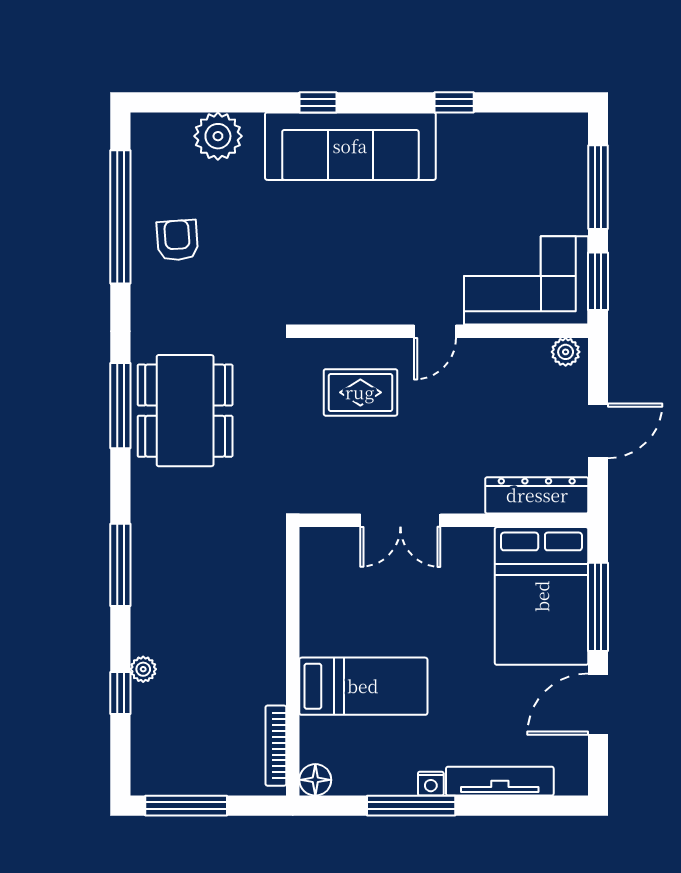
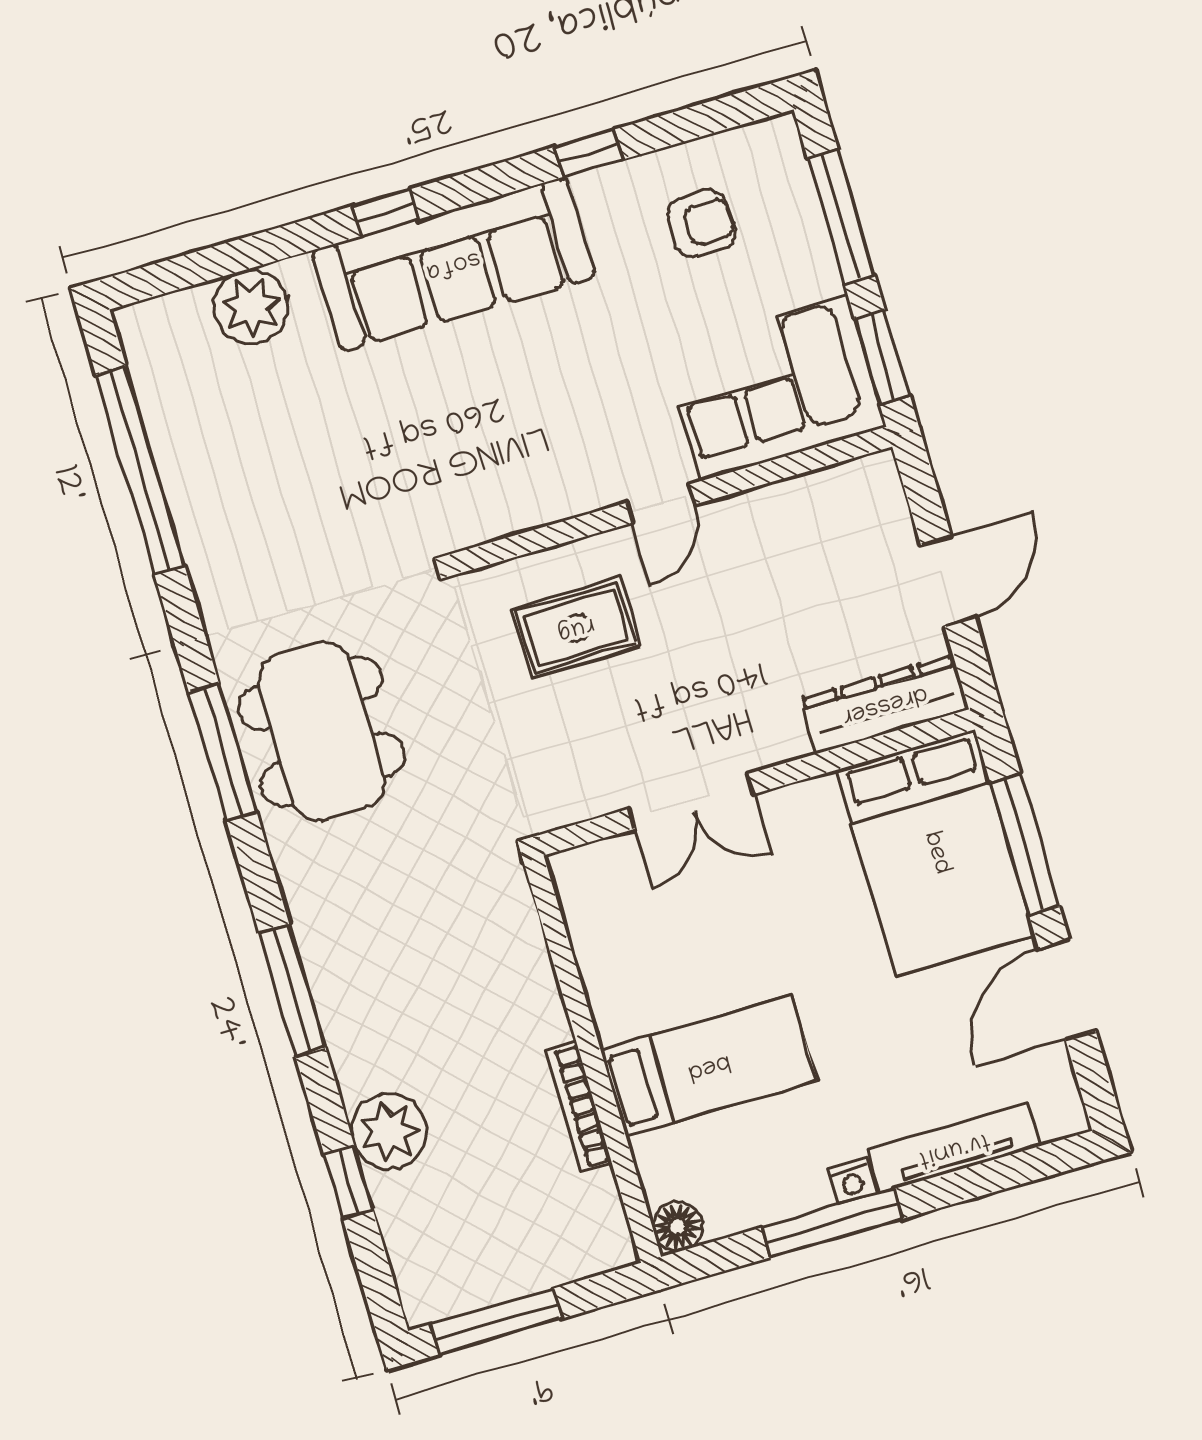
armchair: (177, 240) -> (702, 223), moved, turned 94
plant: (566, 352) -> (865, 477), removed
plant: (143, 669) -> (389, 1131), width x1.88, depth x1.88
bookcase: (276, 746) -> (579, 1107), moved

